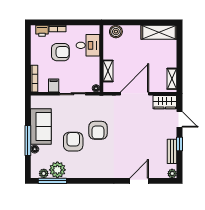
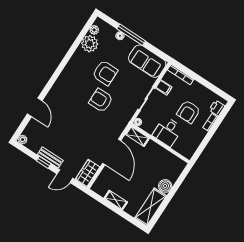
boiler: (116, 32) -> (165, 186), moved
desk: (88, 45) -> (167, 132), moved
shelving: (108, 71) -> (137, 136), moved
shelving: (172, 79) -> (116, 200), moved
sofa: (41, 126) -> (147, 61), moved
bench: (172, 151) -> (50, 157), moved
window: (52, 181) -> (83, 33), removed

